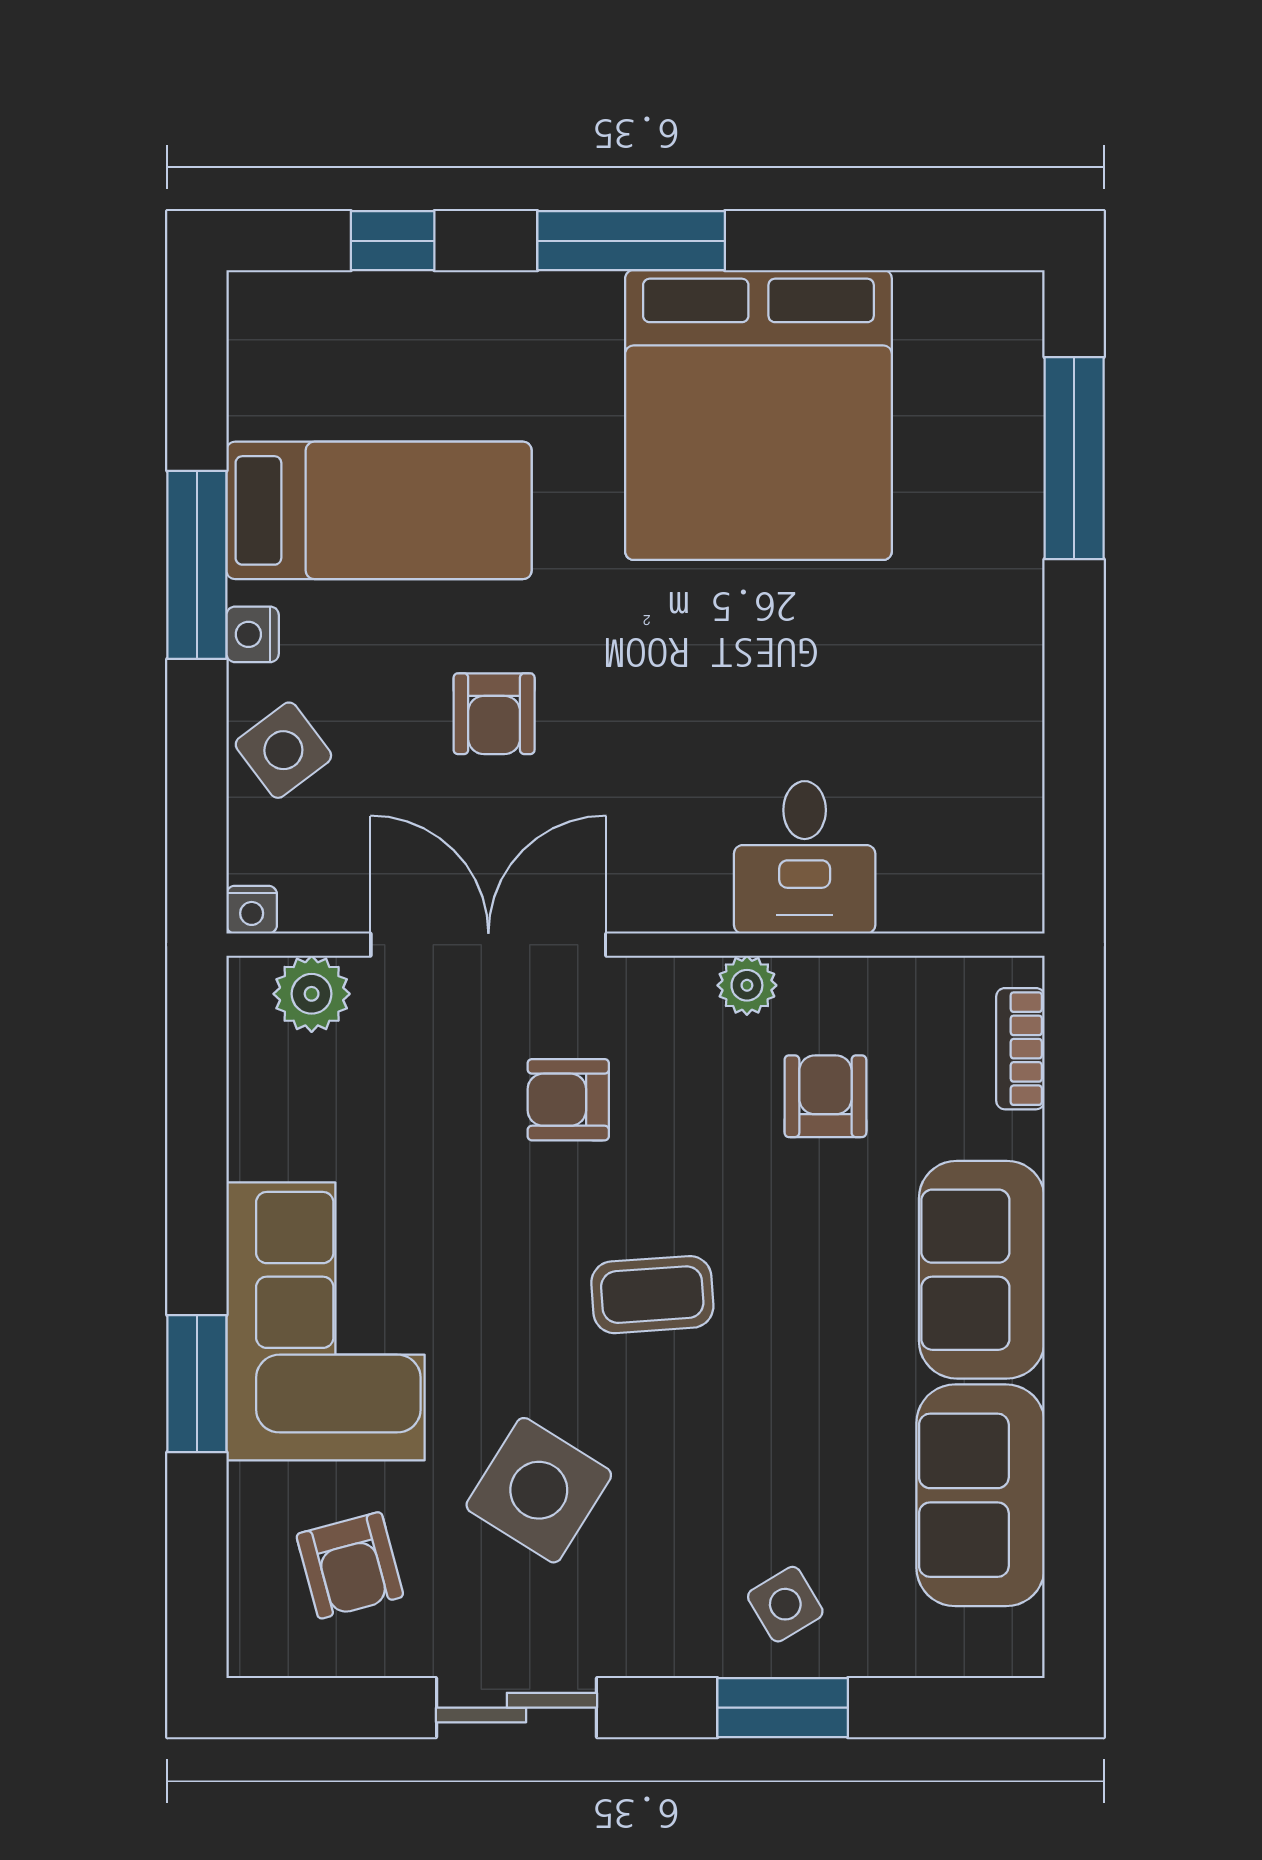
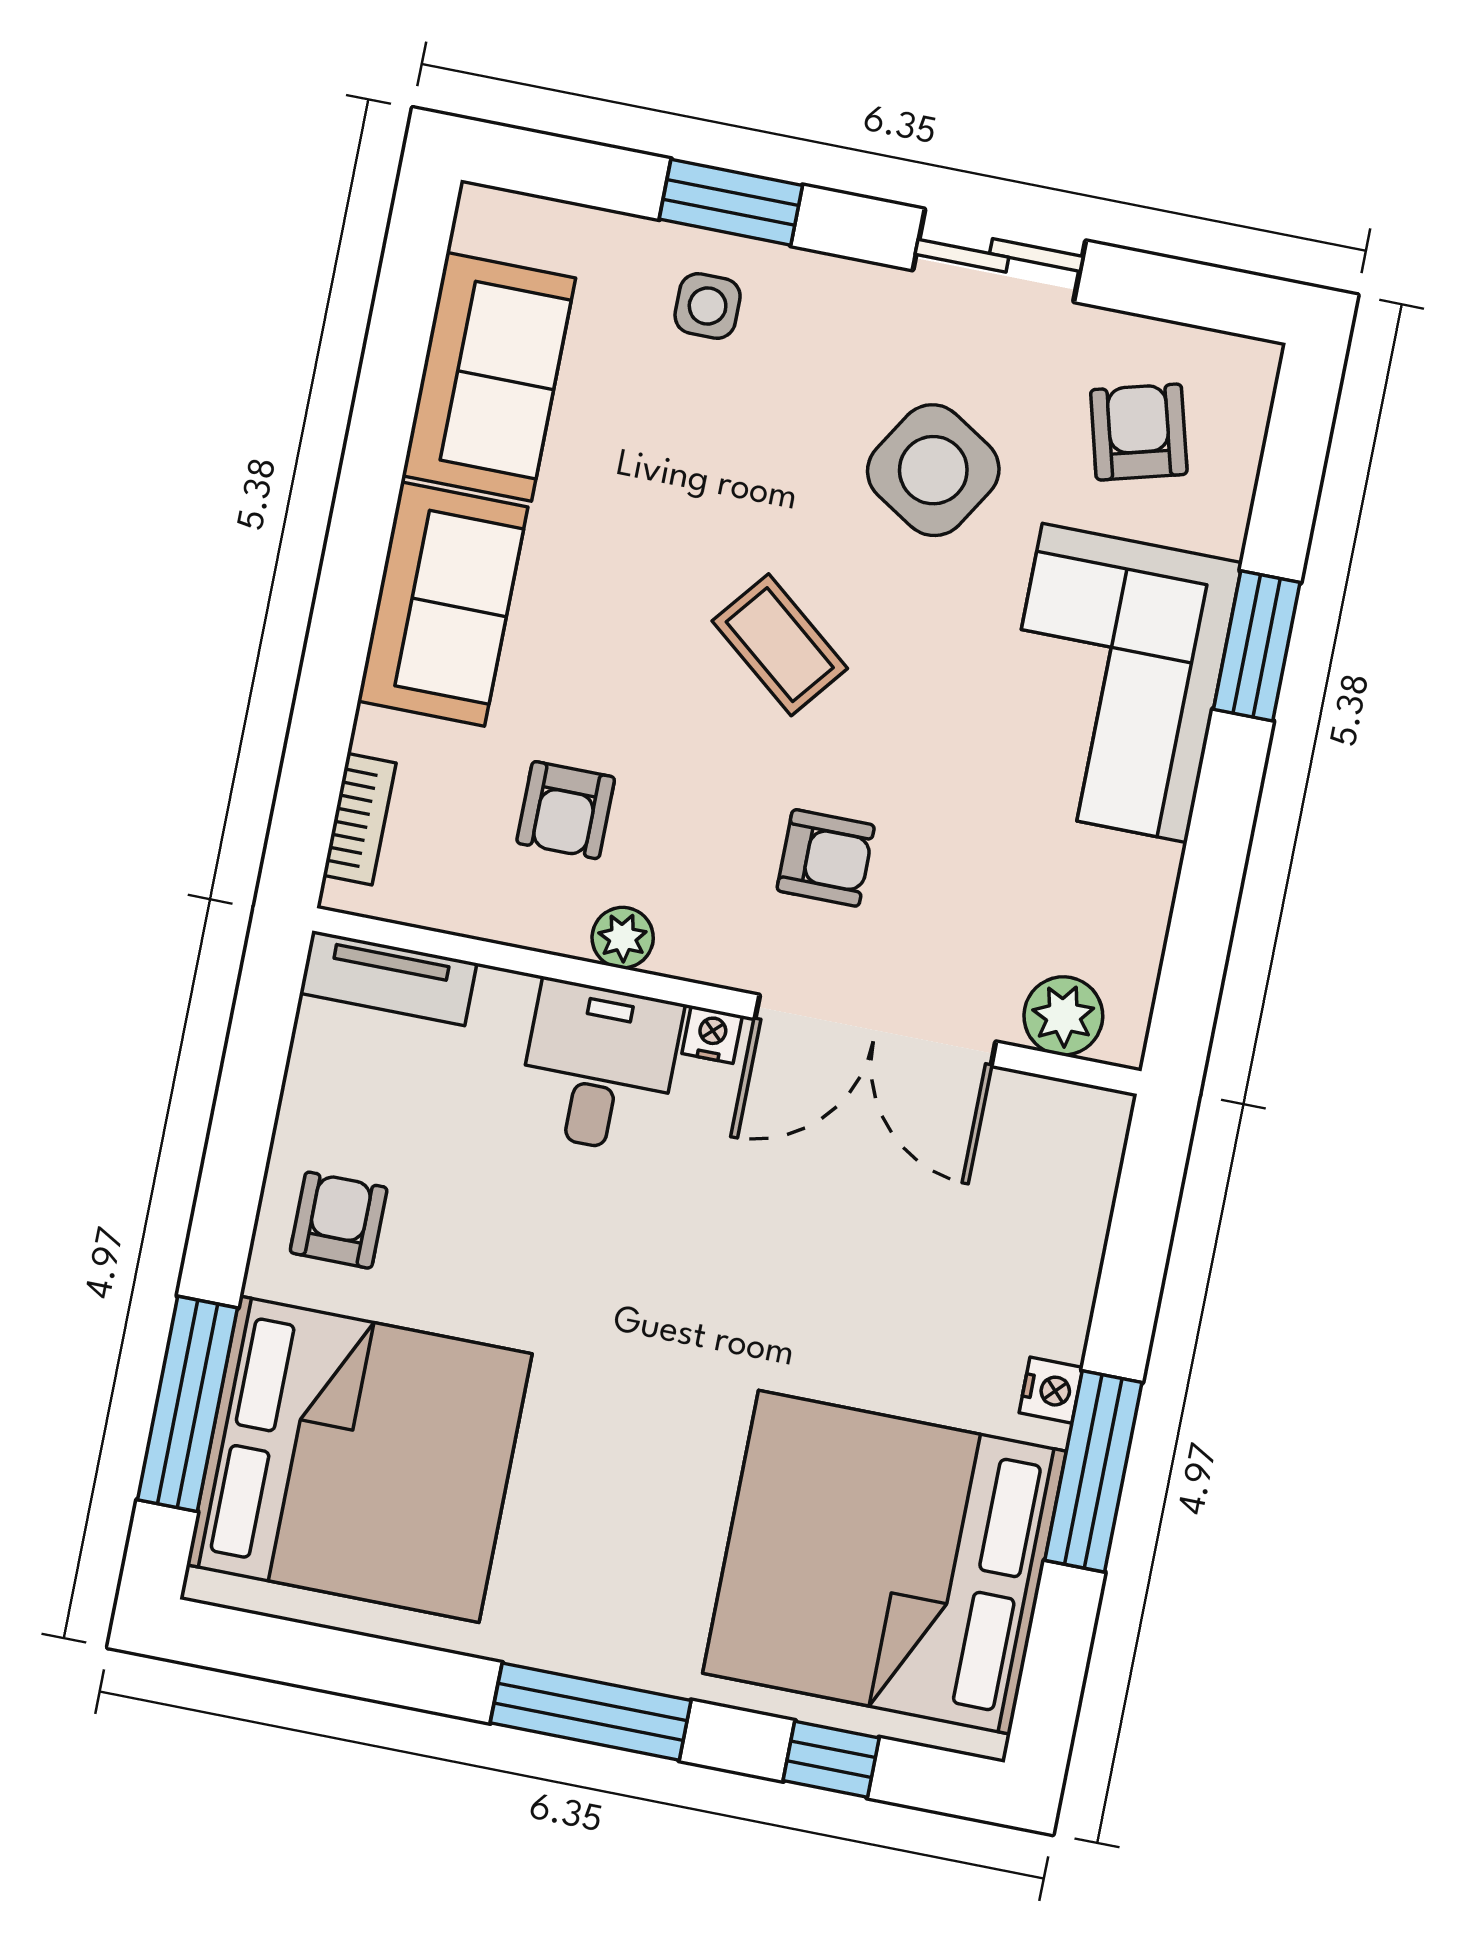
bed: (758, 415) -> (359, 1459), moved, turned 90
bed: (379, 510) -> (885, 1562), width x2.04
armchair: (494, 714) -> (339, 1220), moved
side table: (283, 750) -> (1043, 1267), removed
desk: (805, 857) -> (599, 1067), moved
tv unit: (963, 902) -> (388, 978), added
nightstand: (252, 910) -> (712, 1035), moved
coffee table: (652, 1295) -> (780, 645), turned 43
side table: (785, 1604) -> (708, 306), turned 31

